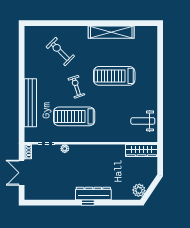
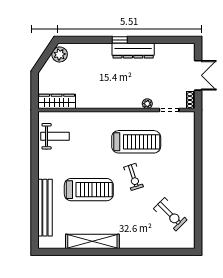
exercise bike: (60, 51) -> (170, 214), moved
bench: (30, 103) -> (45, 208), moved
dresser: (93, 193) -> (133, 51), moved

